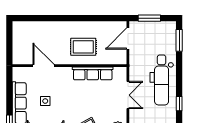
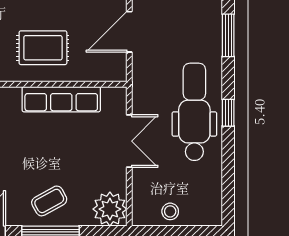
dental chair: (162, 80) -> (194, 112), turned 180
window: (179, 104) -> (228, 113), moved

